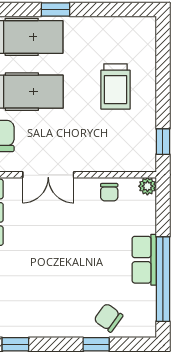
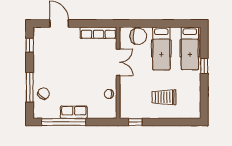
double door: (48, 175) -> (118, 62), swing flipped
plant: (147, 186) -> (112, 114), removed
window: (96, 344) -> (30, 87), width x2.17

